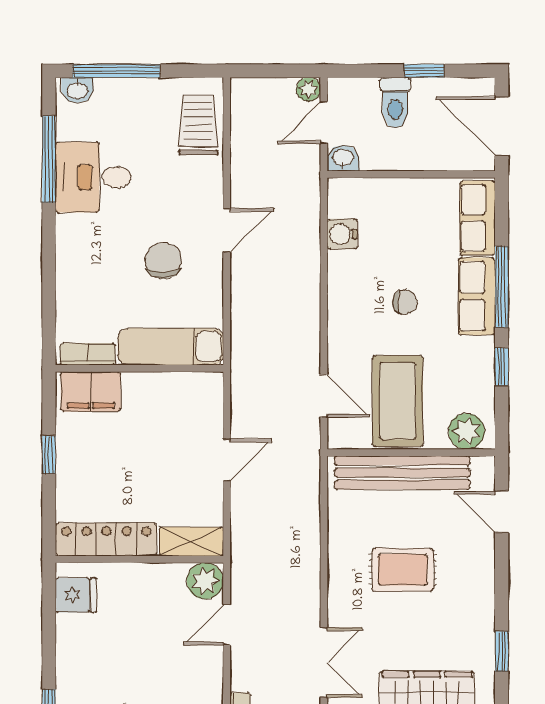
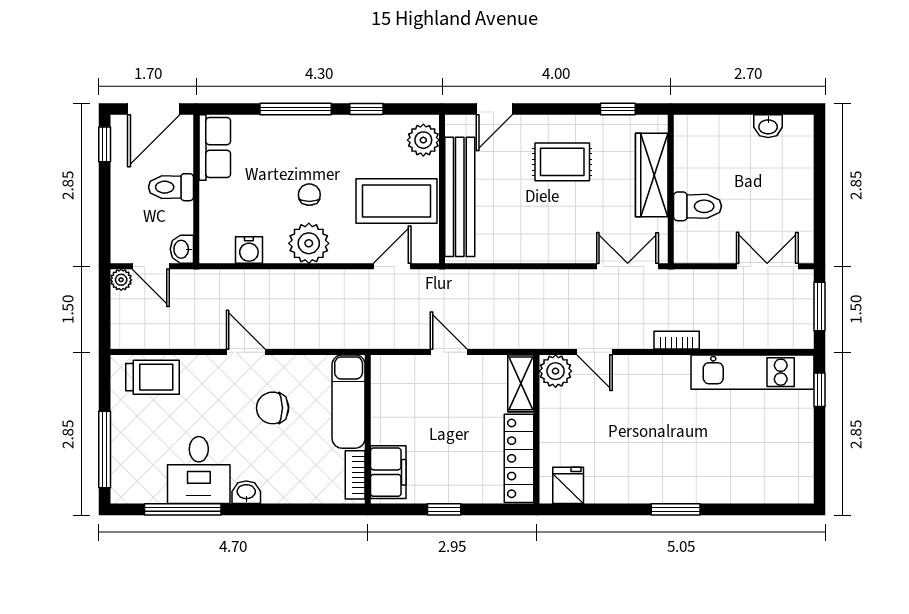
window: (424, 71) -> (105, 144), moved
washbasin: (77, 90) -> (246, 492), moved, turned -90
toilet: (395, 103) -> (171, 187), moved, turned 180
trolley: (198, 125) -> (153, 377), turned 180
row of seats: (478, 218) -> (215, 147), moved, turned -90
row of seats: (477, 296) -> (304, 131), removed
plant: (350, 302) -> (309, 243), added
rug: (403, 570) -> (562, 162), moved, turned 90

